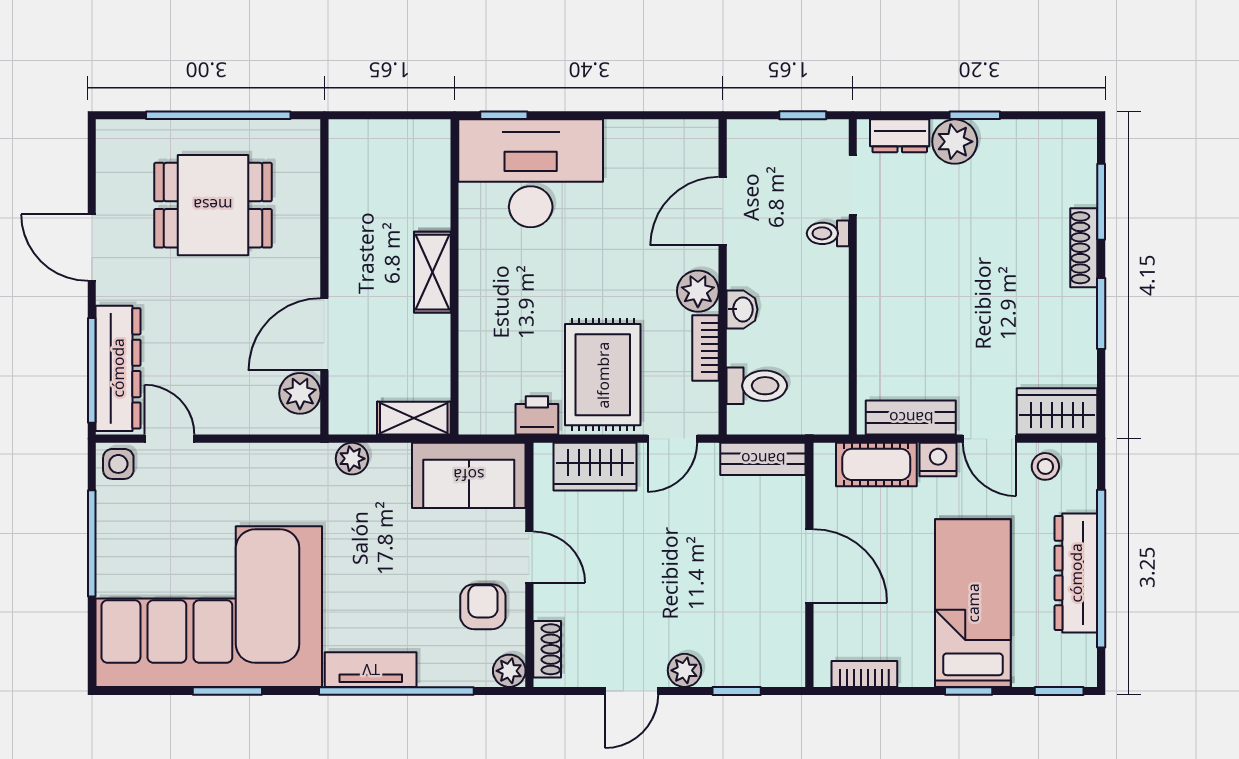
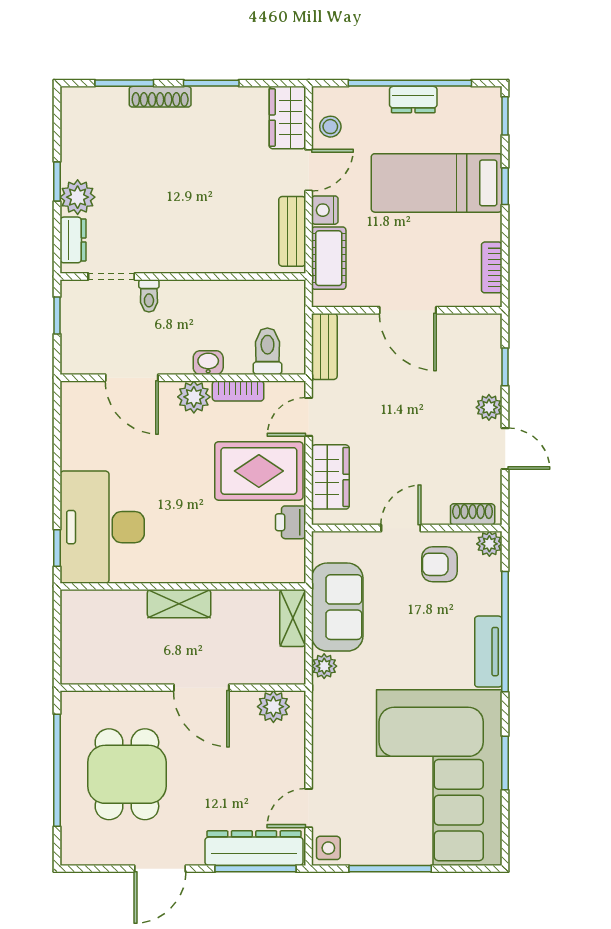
door: (324, 334) -> (201, 688), moved
door: (672, 439) -> (309, 417), swing flipped
sofa: (469, 475) -> (337, 607), moved
door: (809, 566) -> (408, 310), swing flipped
dresser: (1076, 573) -> (413, 99), width x0.51, depth x0.80

